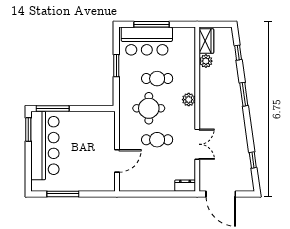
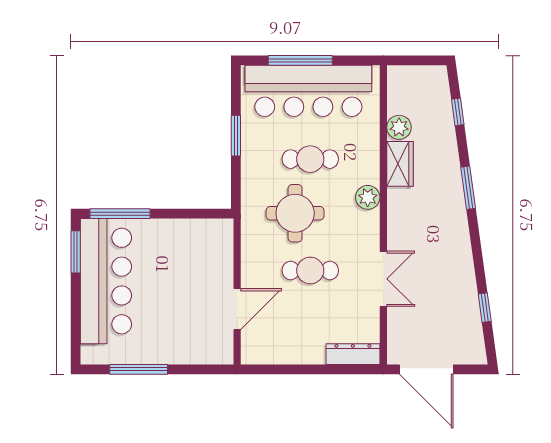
bar counter: (147, 41) -> (308, 91), width x1.36
wardrobe: (206, 41) -> (400, 164), moved
dresser: (185, 186) -> (353, 354), width x1.44

